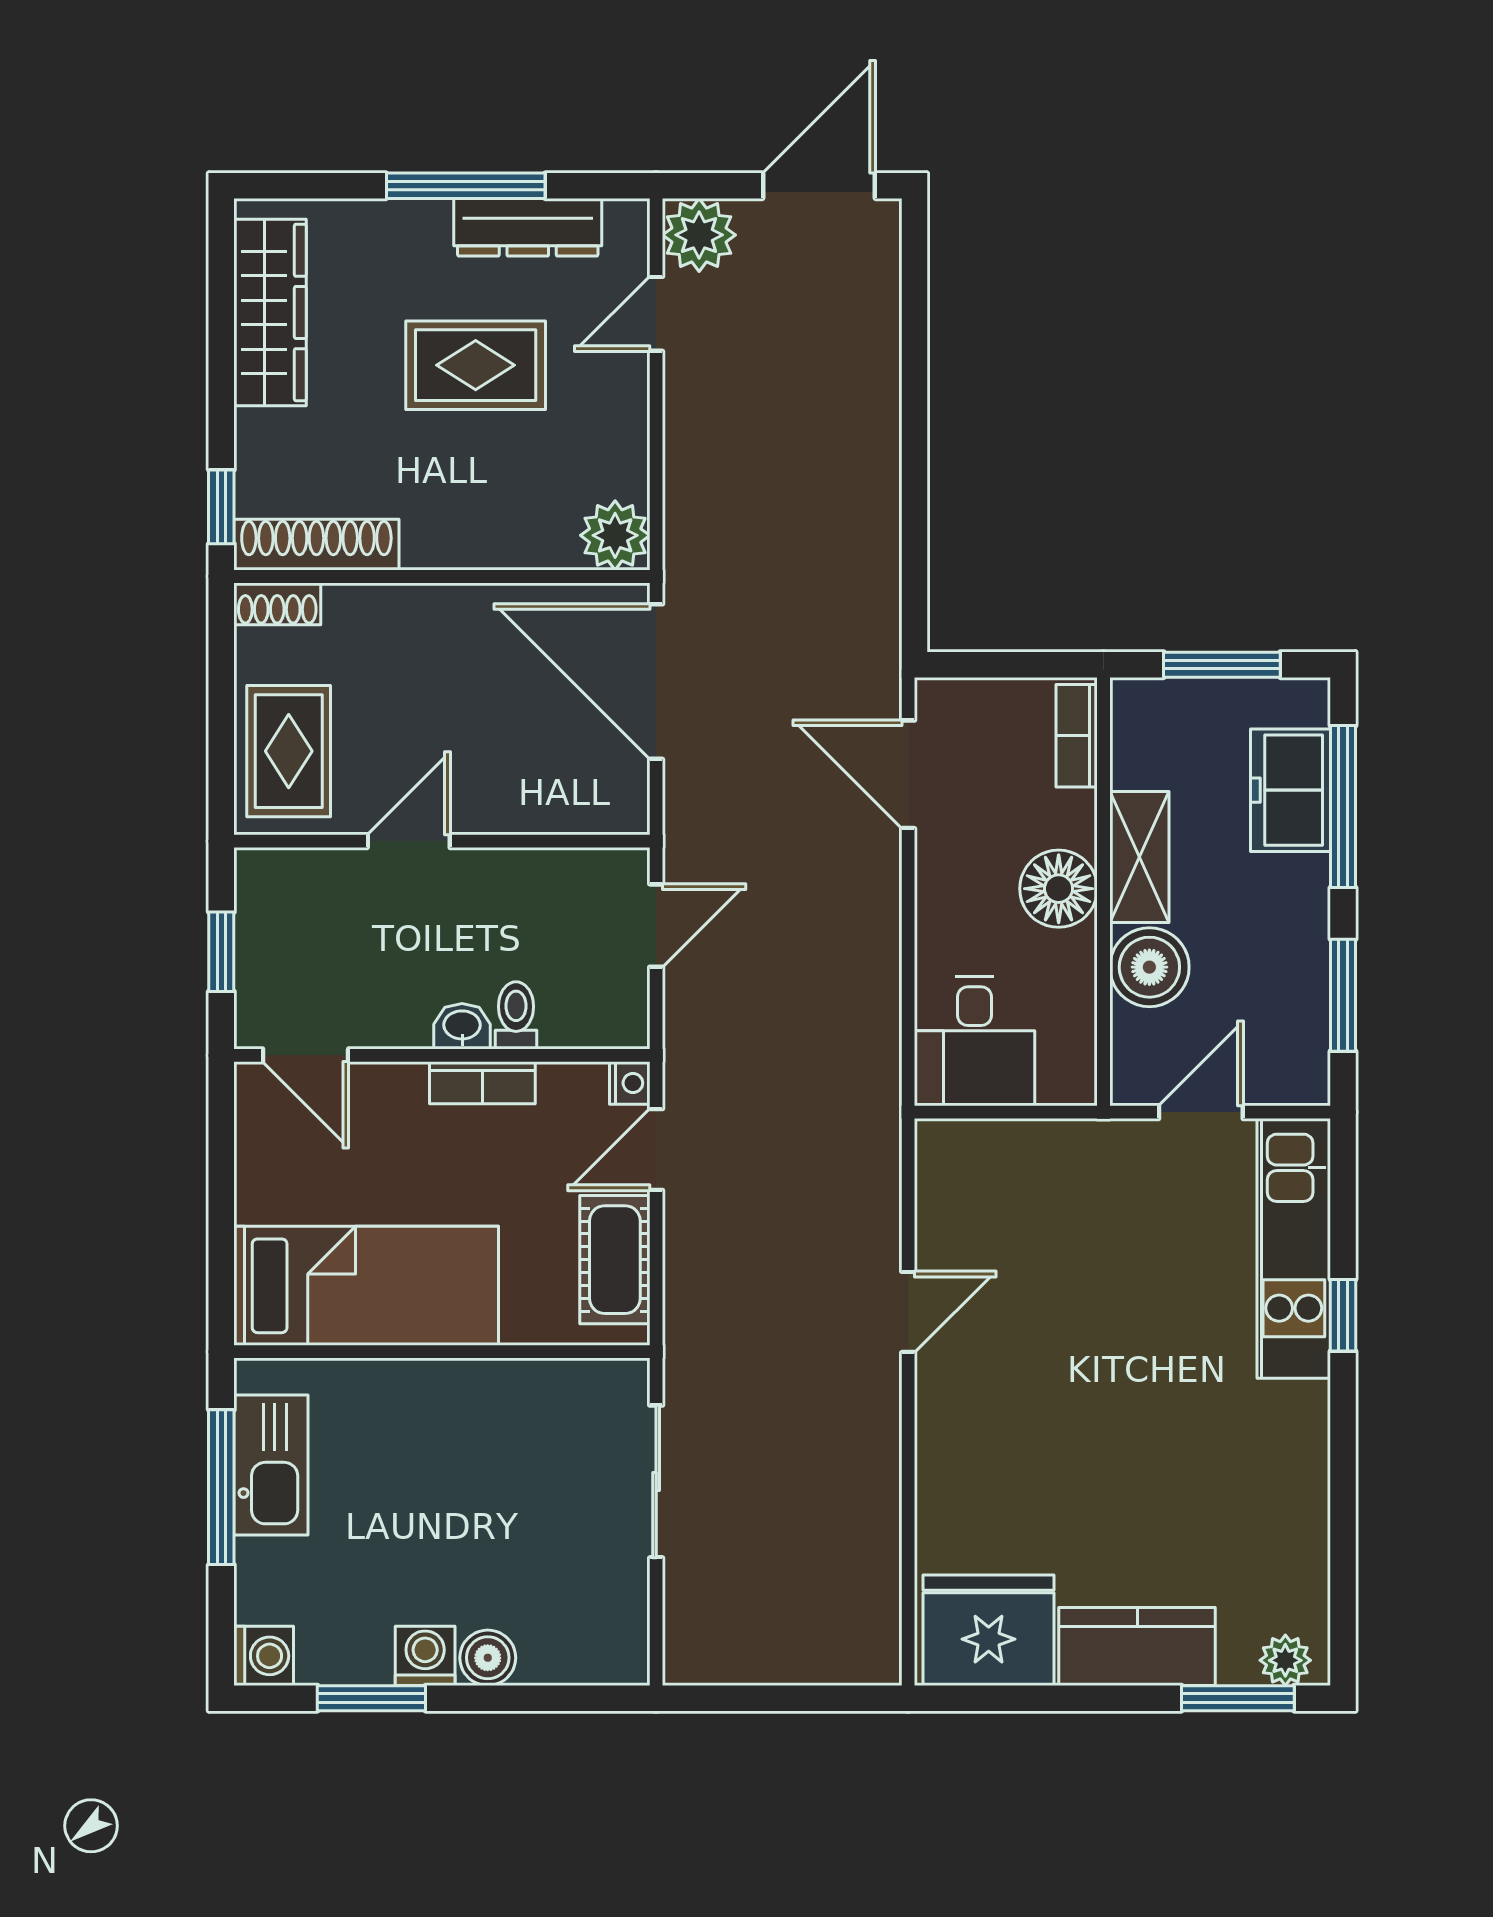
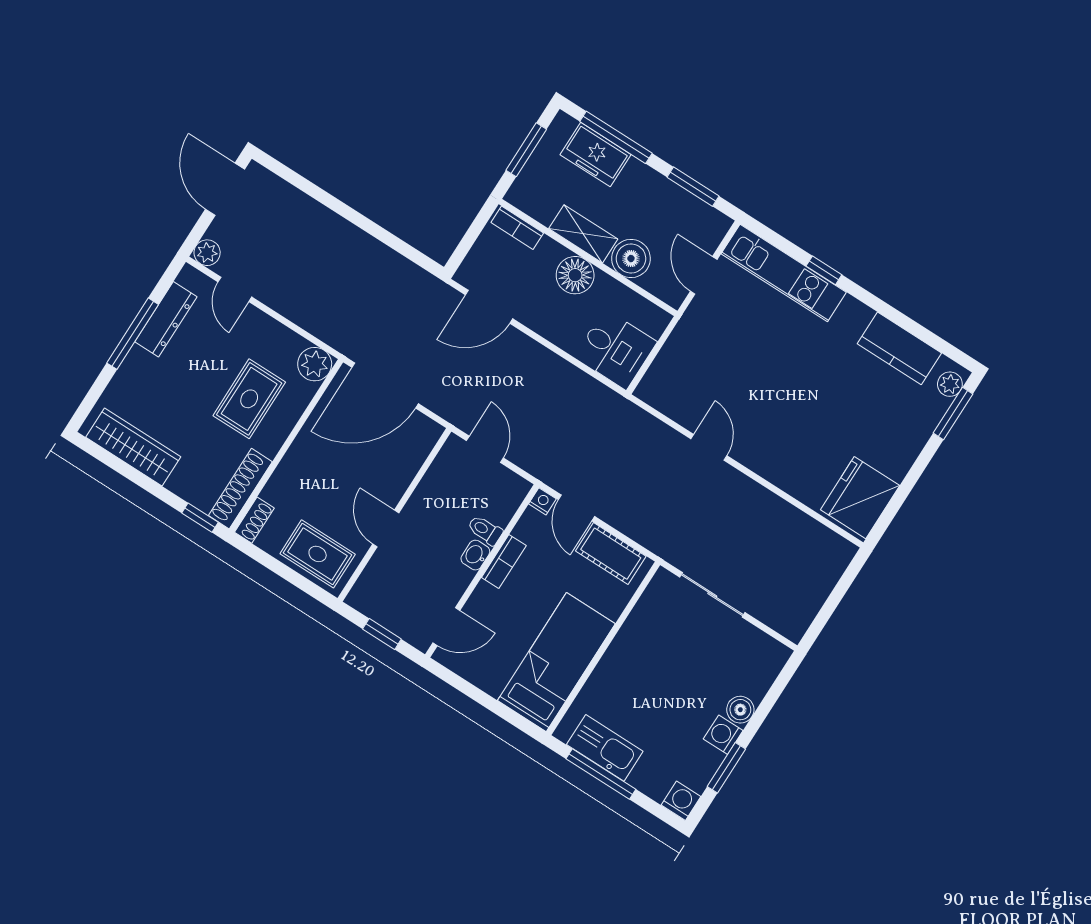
plant: (699, 235) -> (207, 253), width x0.73, depth x0.73
rug: (476, 365) -> (249, 399), moved
kitchen counter: (1137, 1647) -> (899, 348), moved, turned -90

